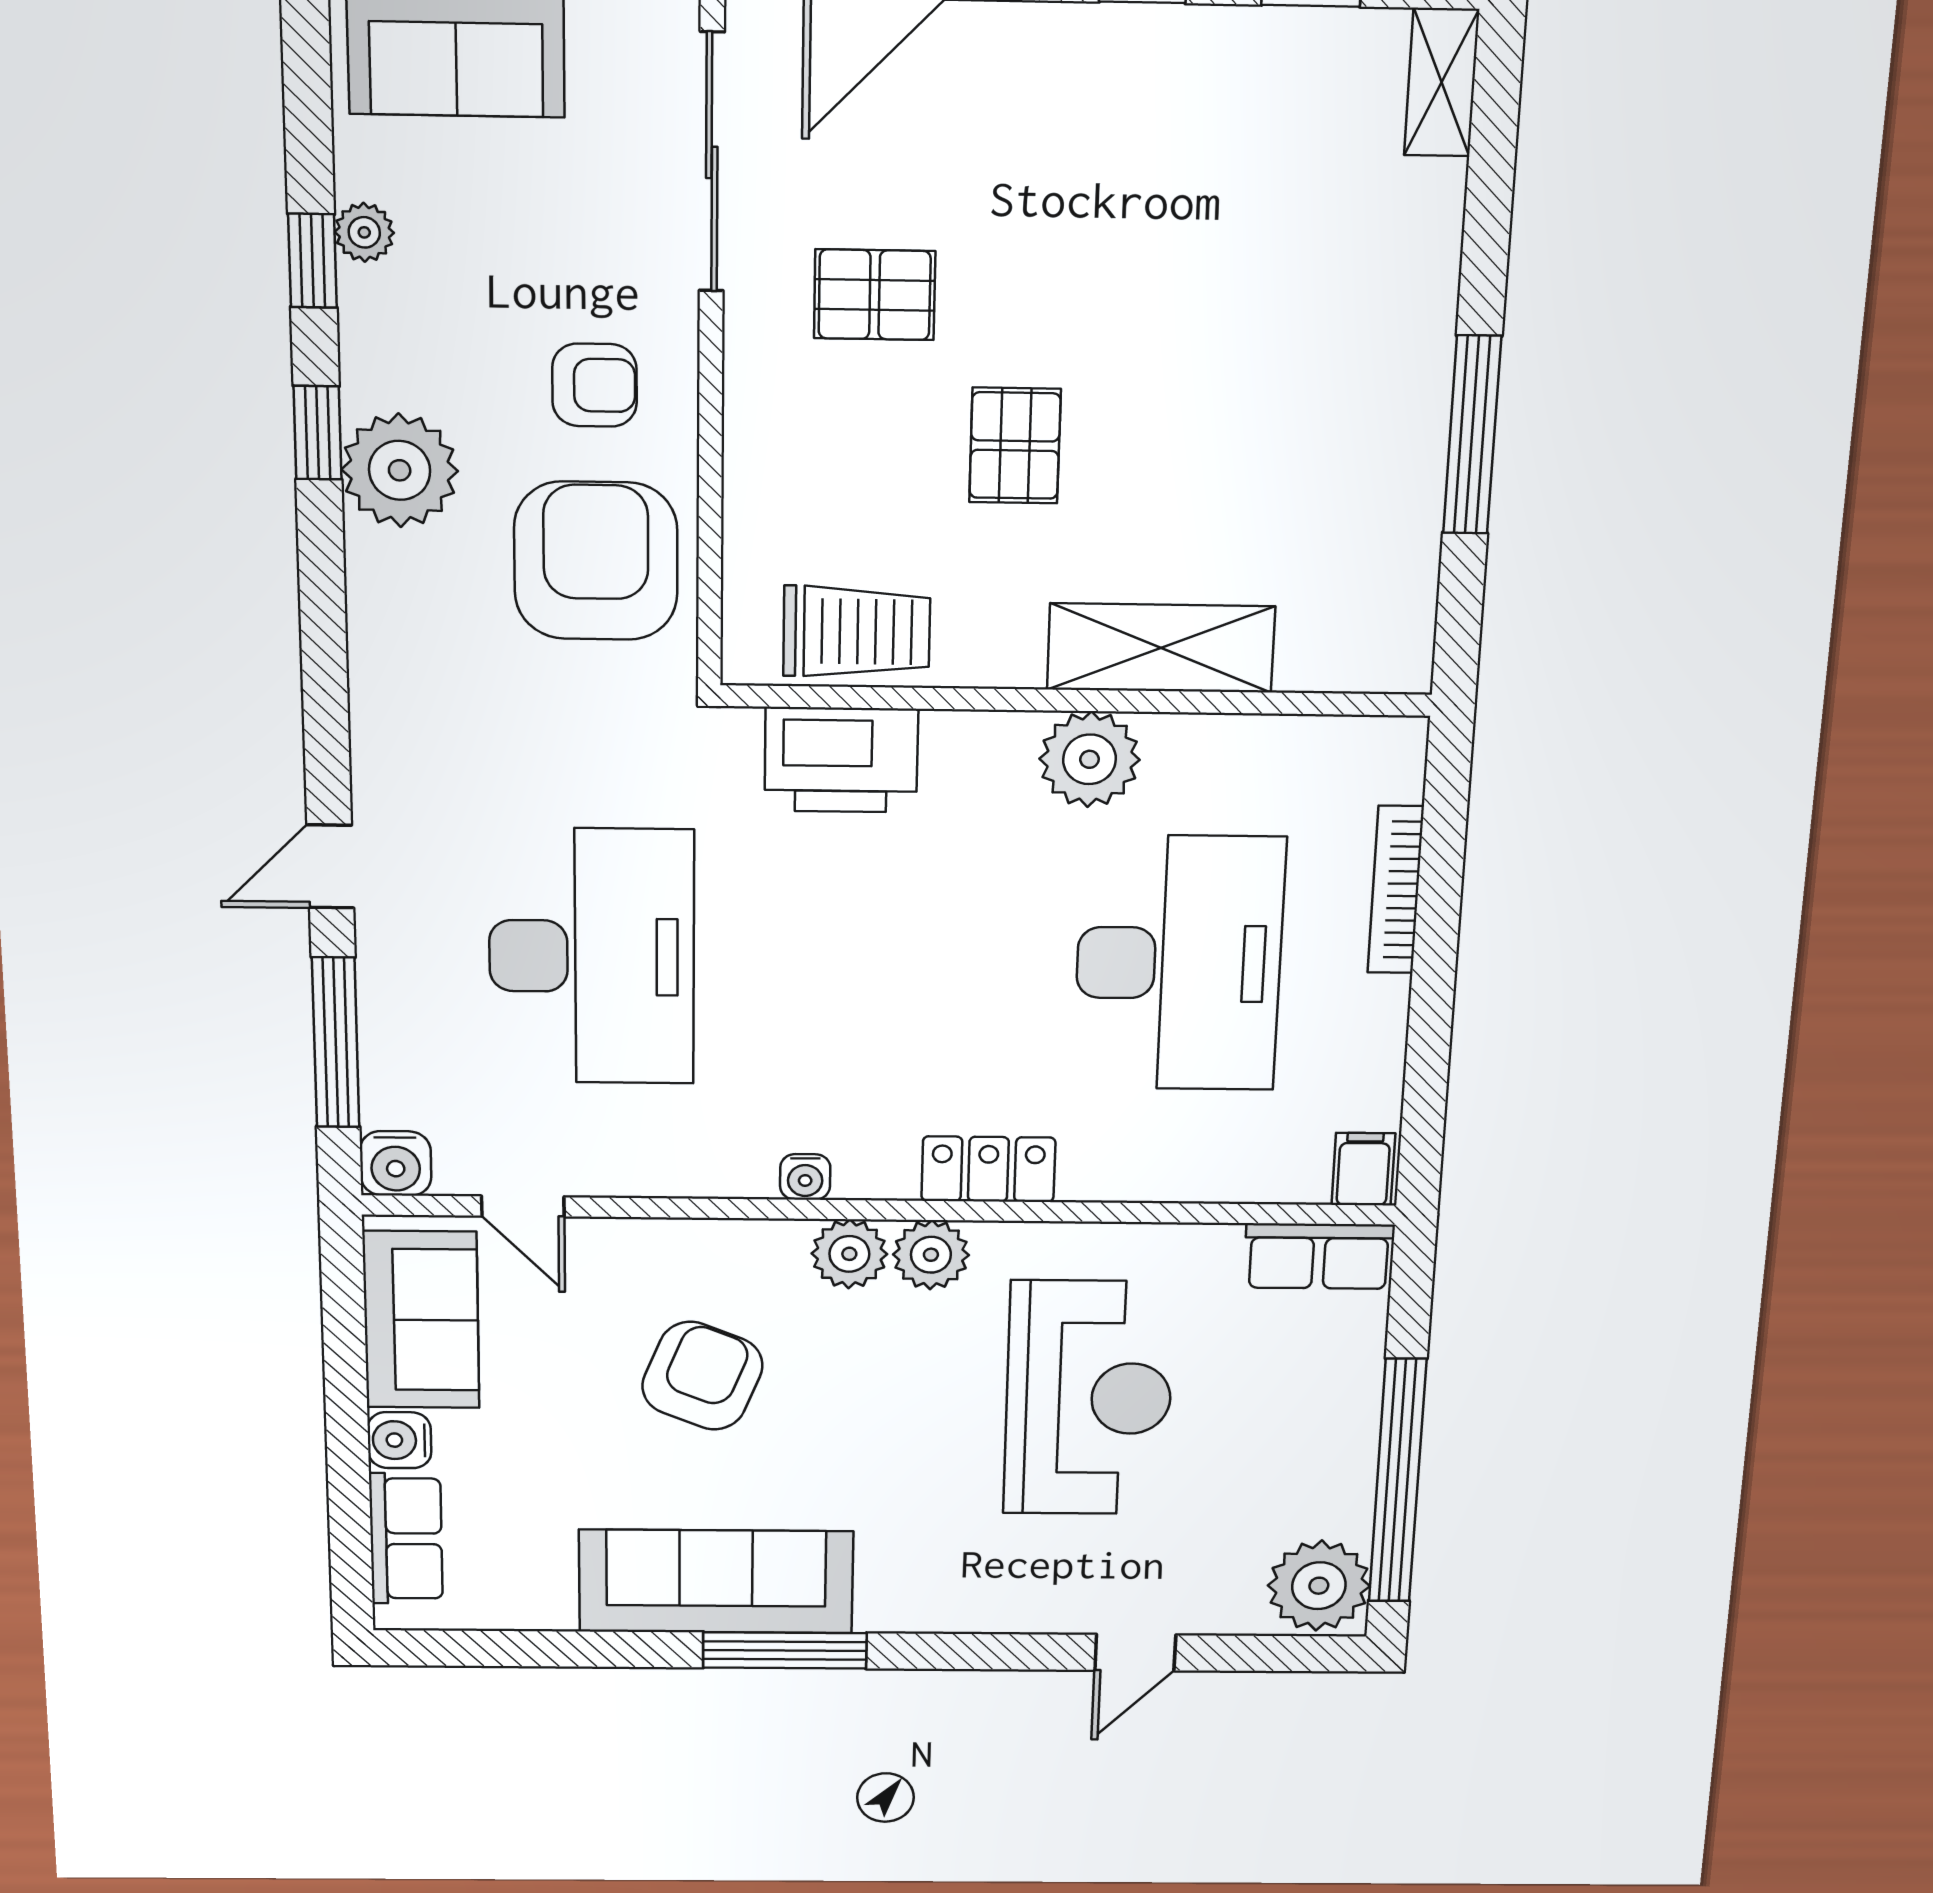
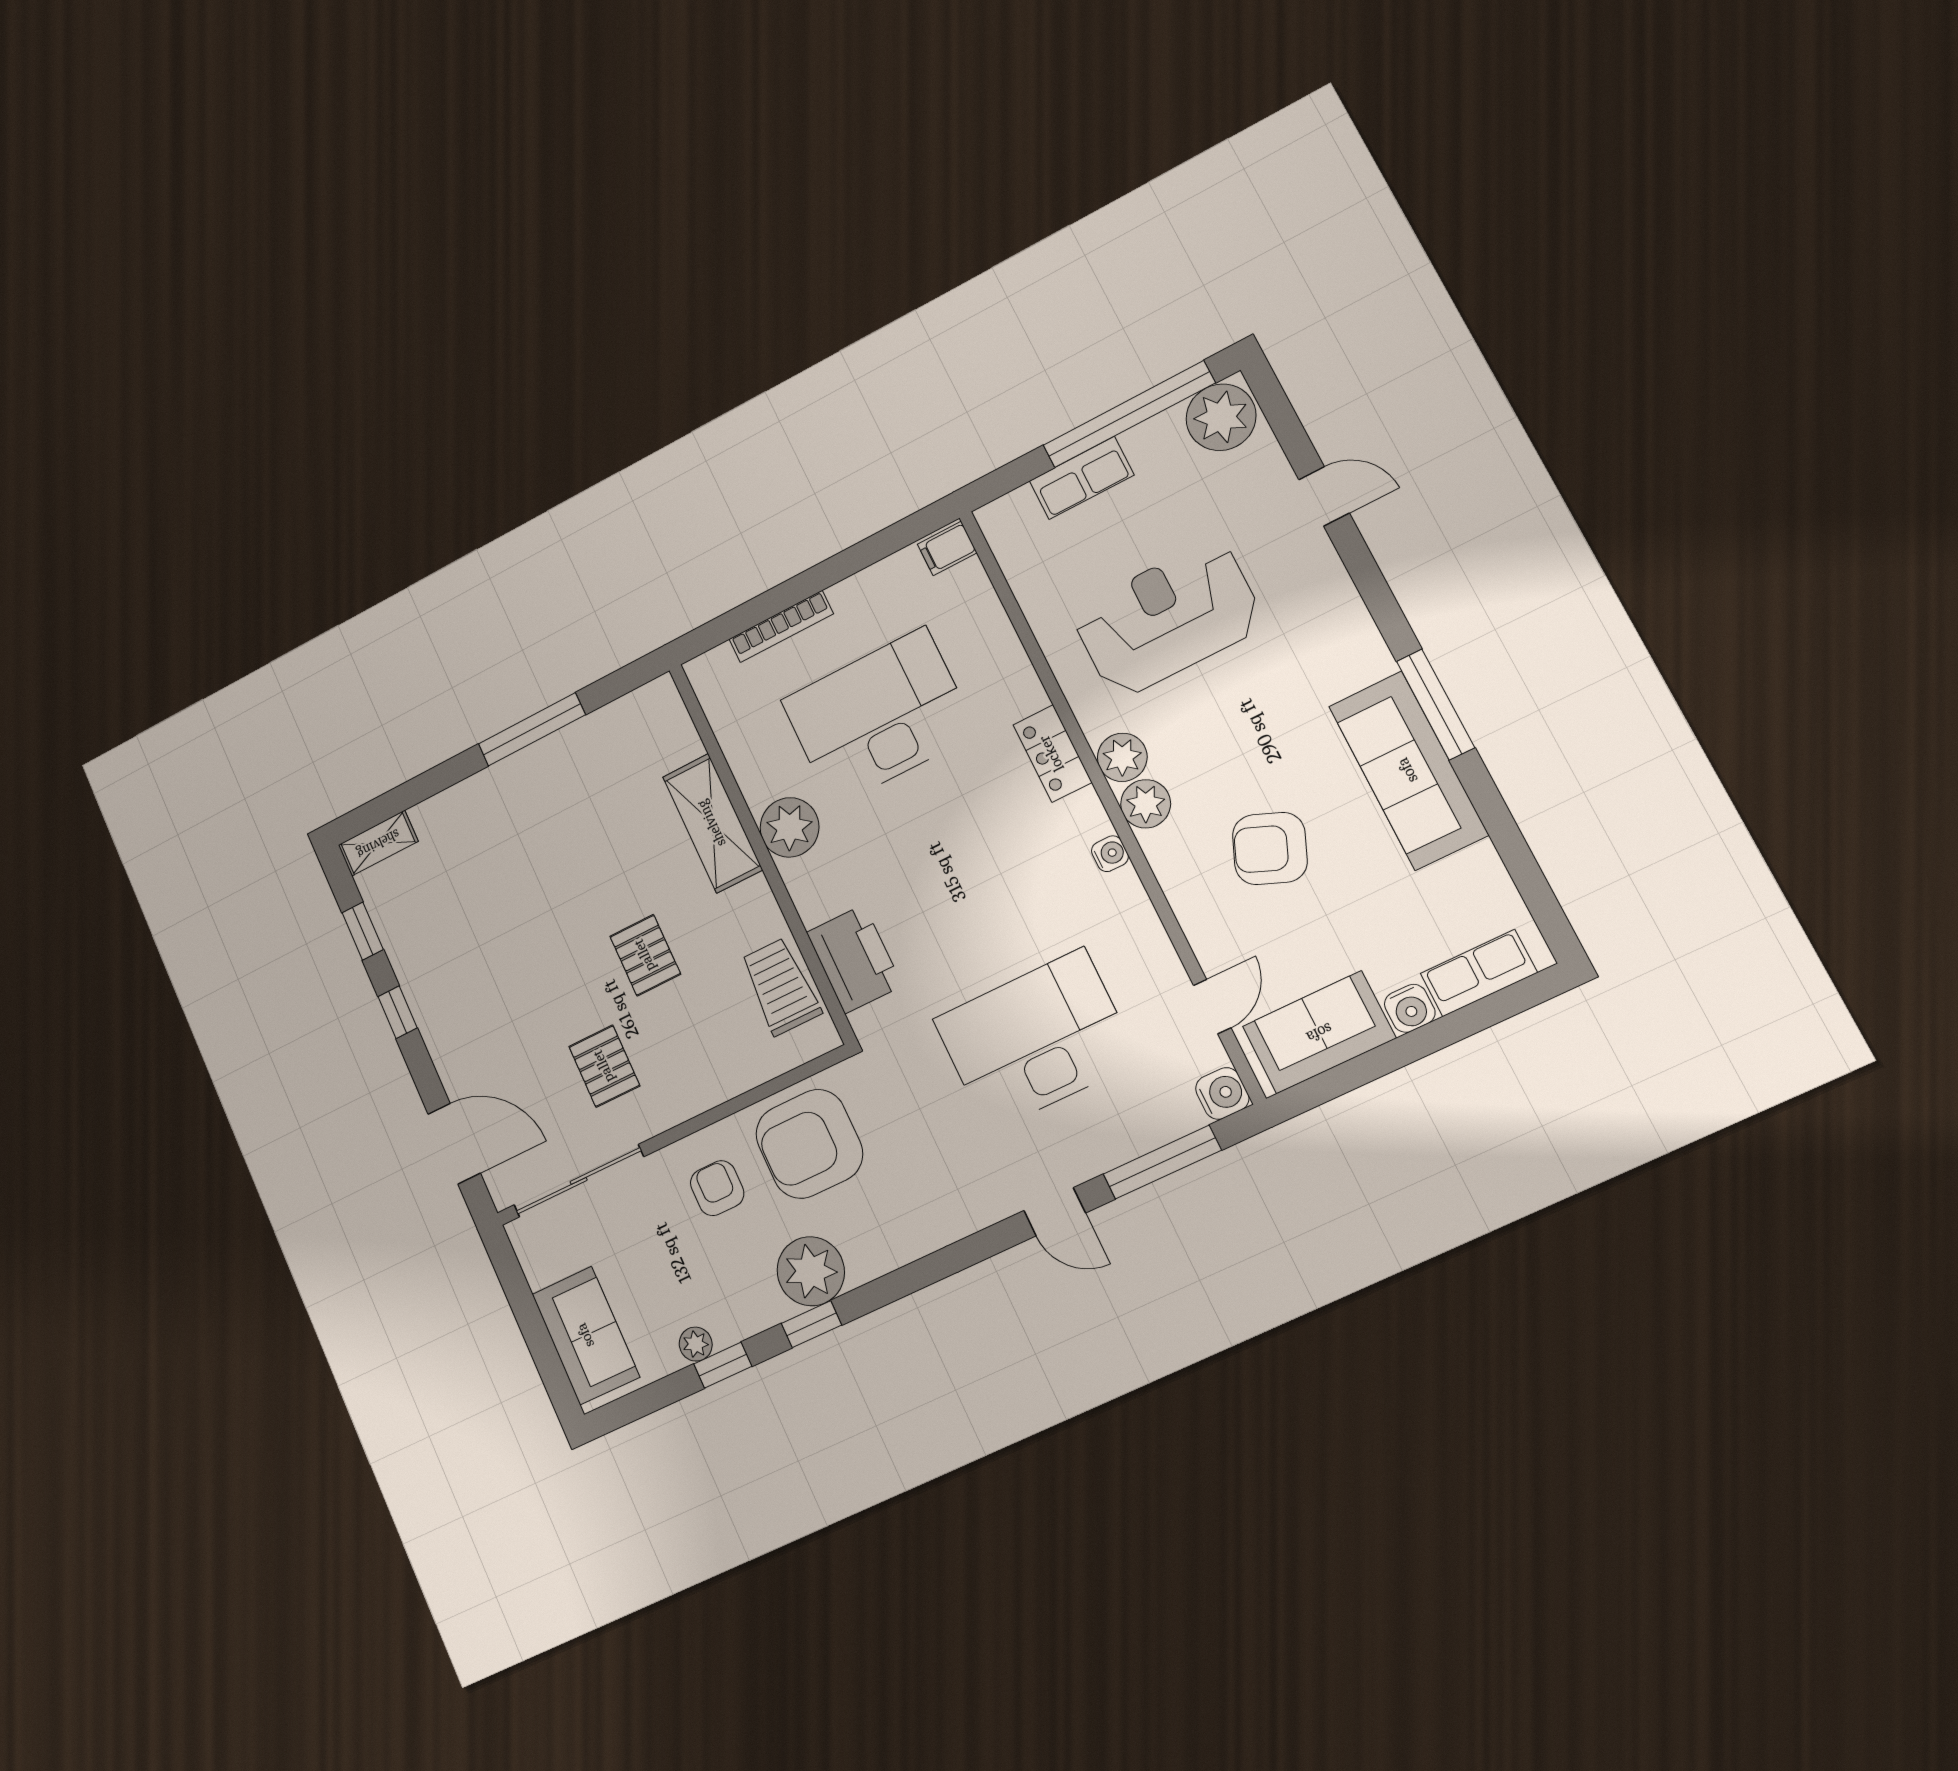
pallet: (1015, 446) -> (645, 955), turned 90
row of seats: (1319, 1256) -> (1082, 478), moved, turned 90

